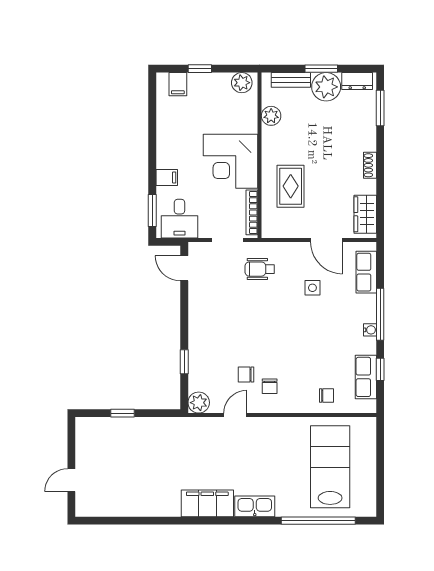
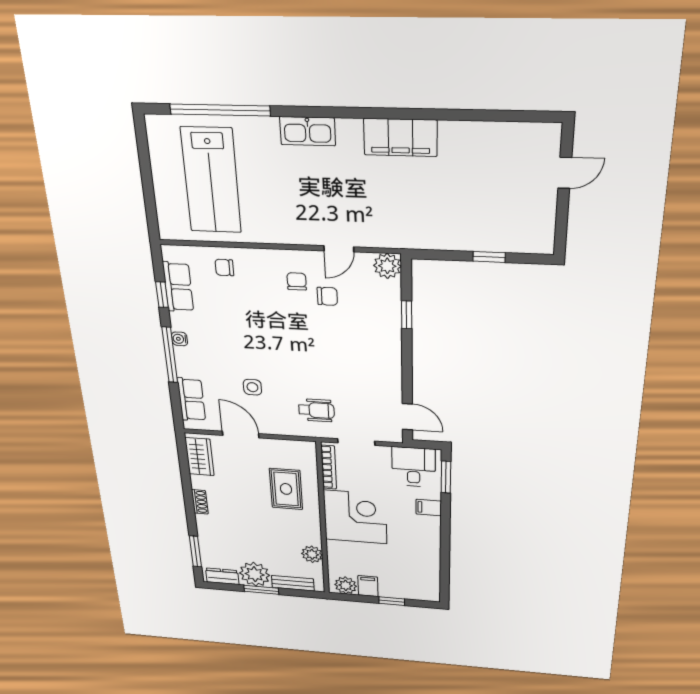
filing cabinet: (178, 84) -> (368, 586), moved
filing cabinet: (207, 503) -> (400, 137), moved

